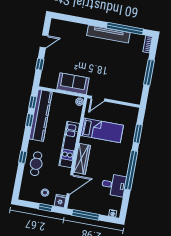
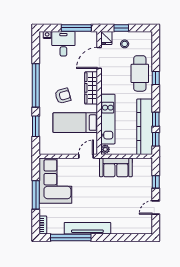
corner sofa: (129, 82) -> (55, 181), added
kitchen unit: (69, 144) -> (108, 119), moved
armchair: (109, 156) -> (63, 96), added
cafe table: (36, 164) -> (140, 73), width x1.37, depth x1.35
desk: (114, 185) -> (63, 44), moved, turned 90

